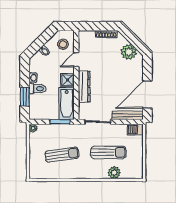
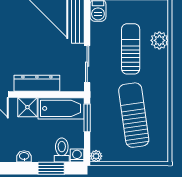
toilet: (37, 89) -> (62, 150), moved
washing machine: (34, 115) -> (77, 155), added
sun lounger: (62, 155) -> (134, 115), width x1.36, depth x1.34

